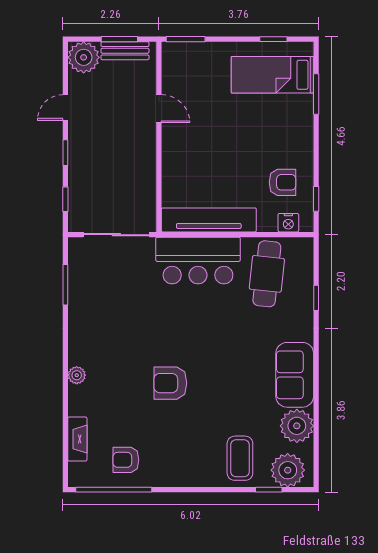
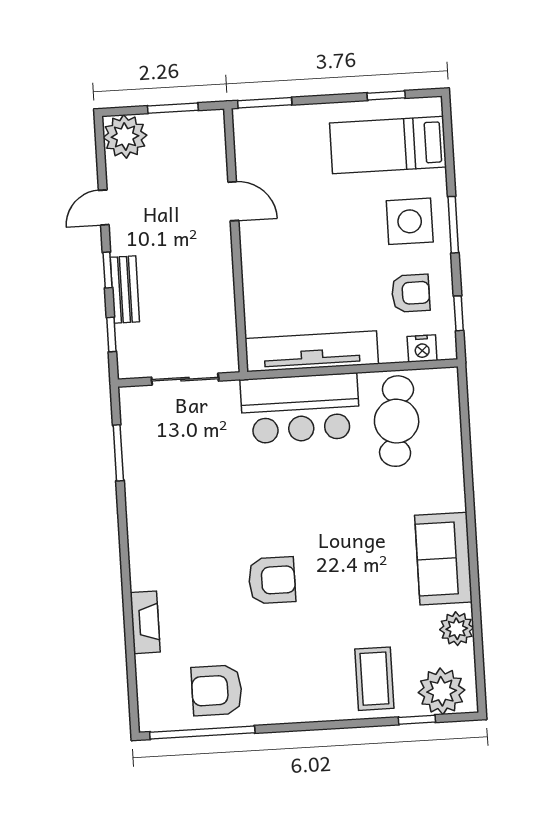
bench: (125, 51) -> (125, 290), moved, turned 90
window: (316, 94) -> (453, 225), moved
side table: (285, 131) -> (410, 221), added
sliding door: (116, 235) -> (185, 379), width x0.73
window: (316, 298) -> (467, 450), removed
plant: (77, 375) -> (142, 577), removed
armchair: (170, 383) -> (272, 580), turned 180
plant: (297, 426) -> (457, 629), width x0.73, depth x0.73
fireplace: (77, 439) -> (145, 622), moved
armchair: (126, 460) -> (217, 690), width x1.38, depth x1.38

